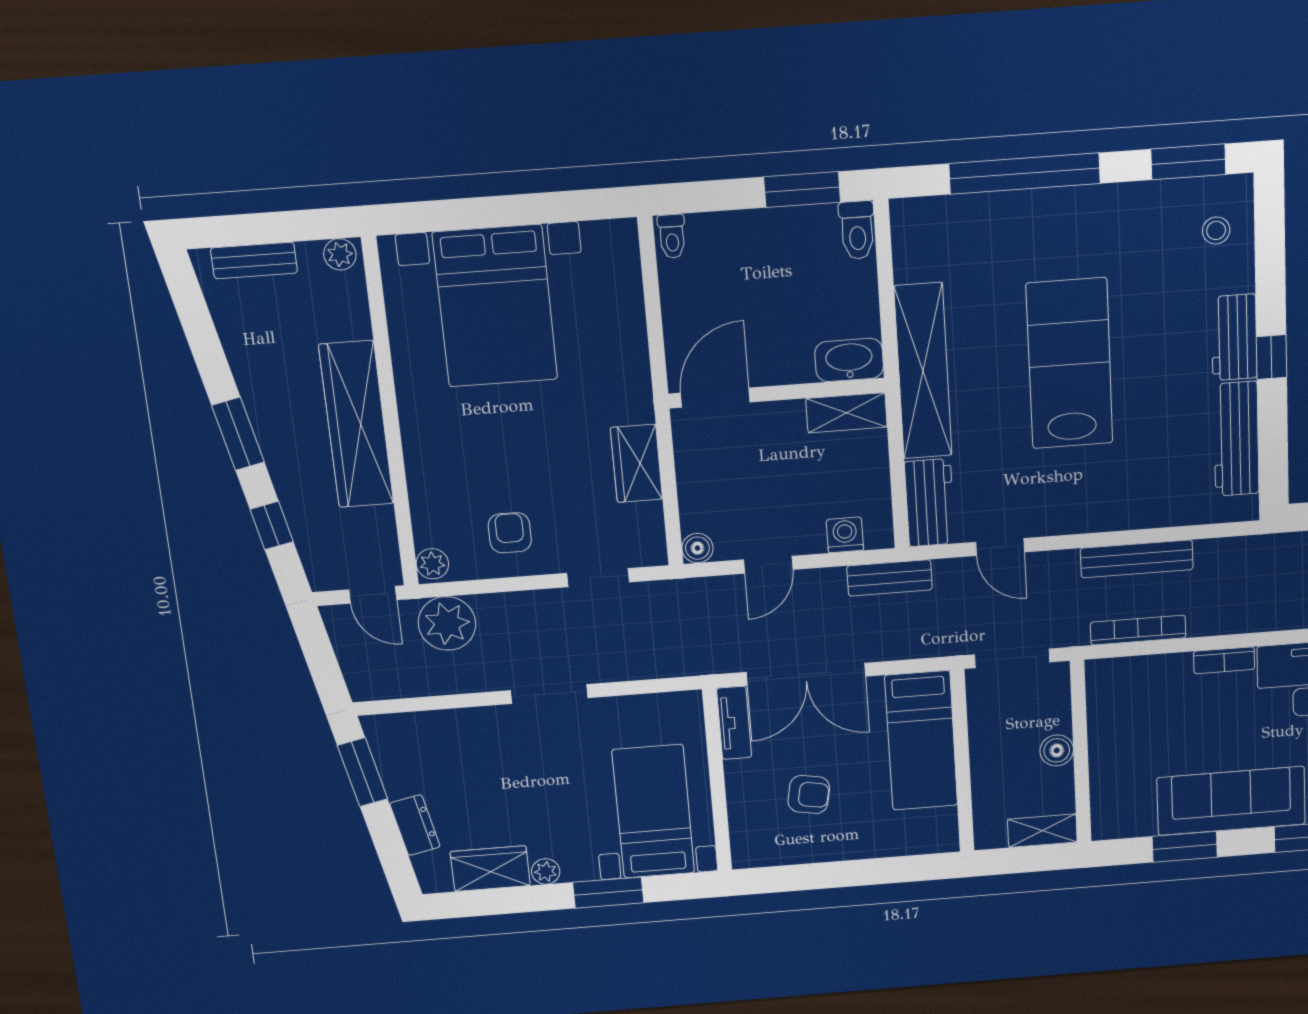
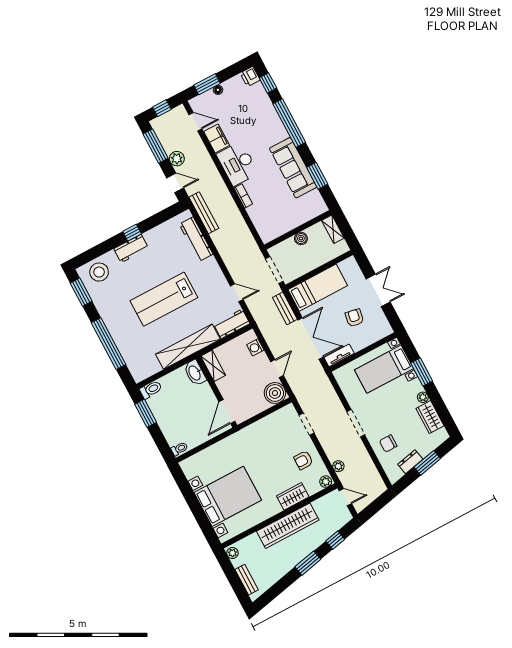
stool: (1216, 230) -> (99, 272), width x1.89, depth x1.89
door: (715, 398) -> (227, 412), hinge flipped
workbench: (1236, 439) -> (196, 239), moved, turned 90
wardrobe: (637, 463) -> (293, 496), moved, turned 180
door: (1000, 547) -> (237, 293), hinge flipped
boiler: (697, 548) -> (275, 393), width x1.86, depth x1.86
bench: (1137, 559) -> (204, 213), moved
door: (768, 565) -> (277, 369), hinge flipped
bench: (890, 578) -> (285, 308), moved
door: (373, 595) -> (345, 497), hinge flipped
plant: (447, 623) -> (338, 466), width x0.53, depth x0.53
bookcase: (1138, 630) -> (245, 231), removed
chair: (466, 749) -> (388, 443), added
window: (362, 772) -> (427, 463), moved
dresser: (415, 825) -> (410, 462), moved
double door: (849, 874) -> (378, 290), added

